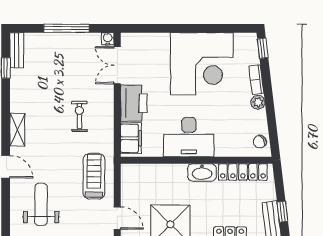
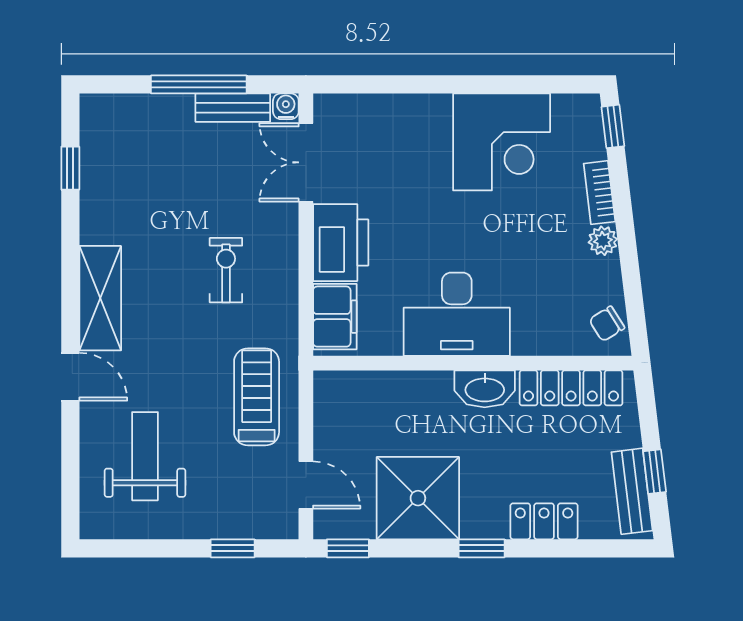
bench: (17, 50) -> (233, 108), moved, turned 90
corner desk: (202, 64) -> (502, 142), width x0.74, depth x0.74
shelving: (17, 130) -> (100, 298), width x1.50, depth x1.33

